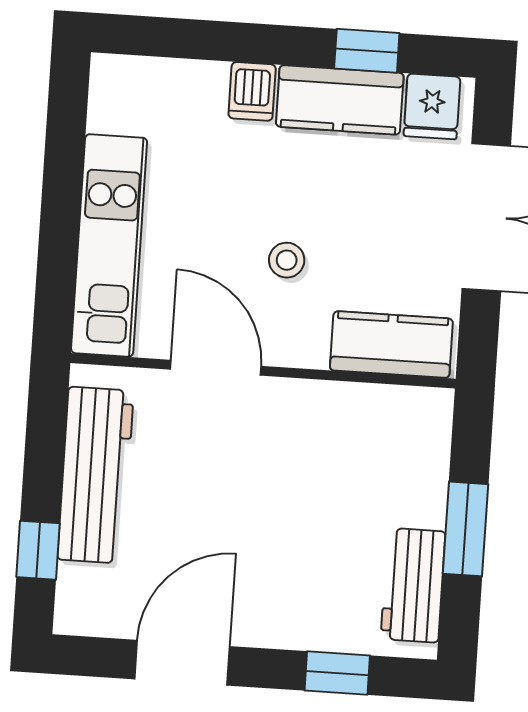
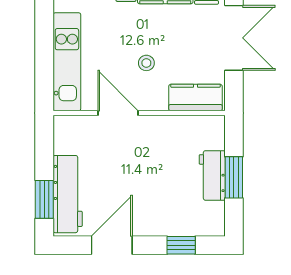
workbench: (96, 475) -> (68, 194), moved
window: (38, 550) -> (44, 199), width x1.50
workbench: (413, 585) -> (212, 175), moved

